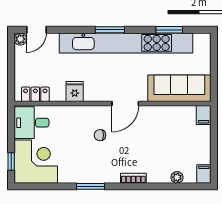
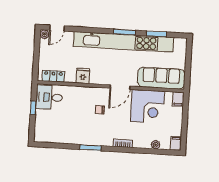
window: (110, 30) -> (125, 32), moved
window: (11, 162) -> (33, 108), moved
corner desk: (36, 162) -> (147, 106), moved, turned 90

